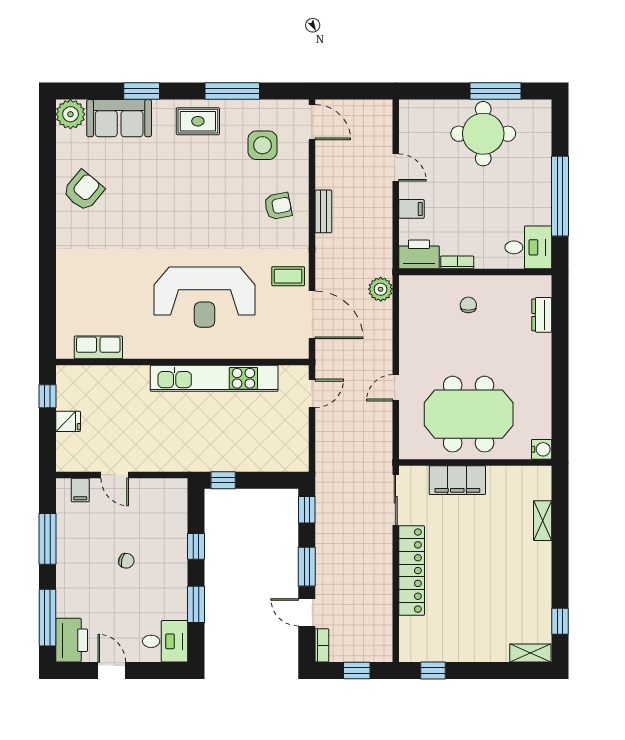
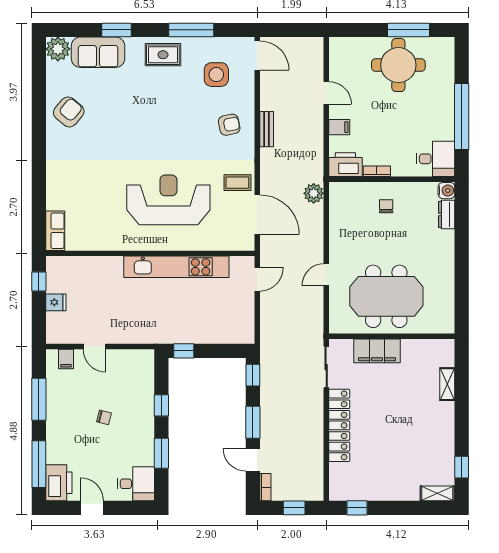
reception desk: (205, 297) -> (168, 200), turned 180
row of seats: (98, 347) -> (55, 231), moved, turned 90
water cooler: (542, 449) -> (446, 191), moved

